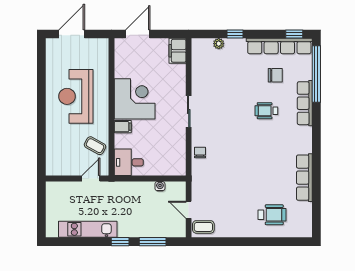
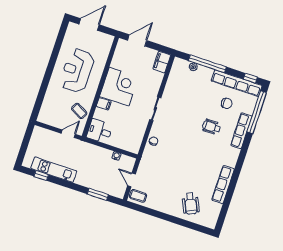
window: (235, 34) -> (207, 64), width x3.17
wheelchair: (272, 215) -> (191, 204), turned 66
window: (120, 242) -> (41, 176), moved

